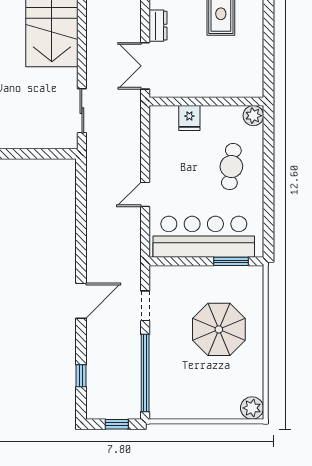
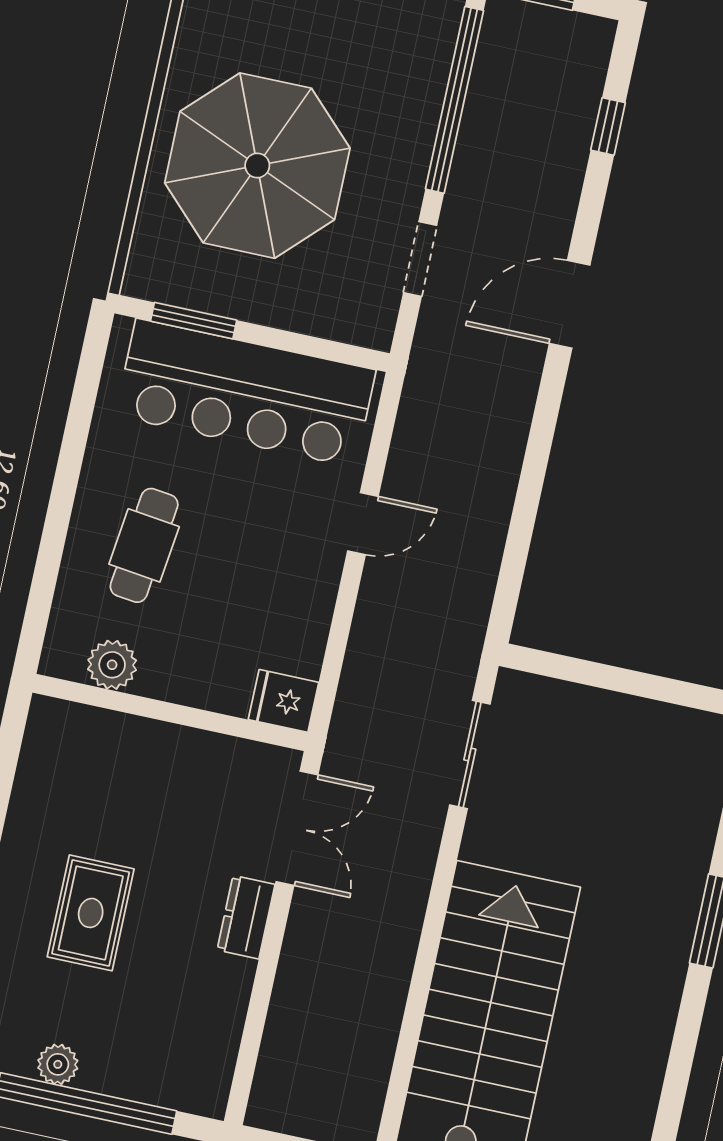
plant: (253, 116) -> (112, 665), moved
fridge: (189, 118) -> (283, 701), moved, turned -90
parasol: (219, 329) -> (257, 166), width x1.36, depth x1.36

